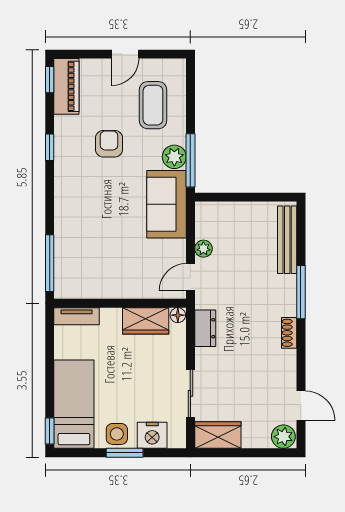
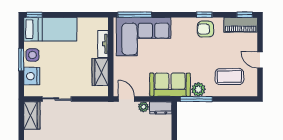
armchair: (109, 144) -> (206, 29), moved, turned 180
corner sofa: (86, 248) -> (144, 37), added
floor lamp: (178, 315) -> (104, 91), removed
tv unit: (77, 316) -> (103, 44), moved
dresser: (205, 328) -> (161, 108), moved

